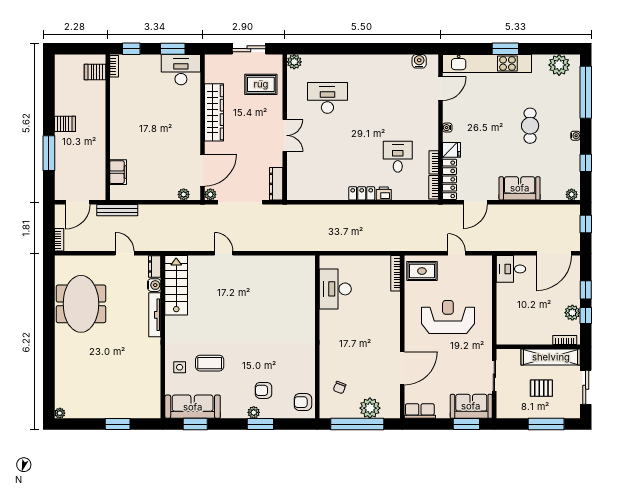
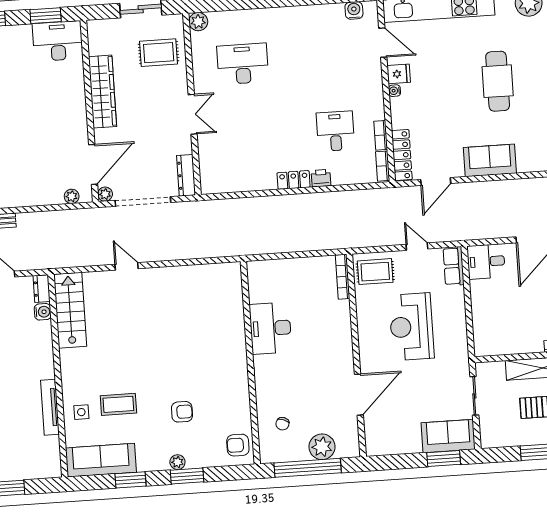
door: (441, 89) -> (383, 43), hinge flipped
cafe table: (530, 126) -> (498, 81), width x1.37, depth x1.35
fridge: (452, 150) -> (399, 74), moved
desk: (335, 289) -> (271, 328), moved
tv unit: (155, 315) -> (50, 407), moved
reception desk: (448, 317) -> (412, 327), turned -90
armchair: (263, 390) -> (182, 412), moved, turned 180
row of seats: (420, 411) -> (454, 266), moved, turned -90
window: (195, 424) -> (131, 480), moved

